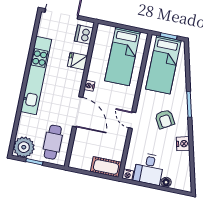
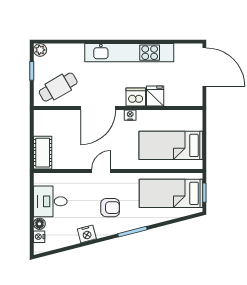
dishwasher: (84, 35) -> (136, 97), moved
armchair: (165, 119) -> (110, 208), turned -150
cafe table: (53, 142) -> (58, 87), turned -30
plant: (24, 147) -> (40, 50), width x0.53, depth x0.53
nightstand: (128, 174) -> (39, 237), moved

